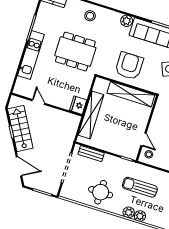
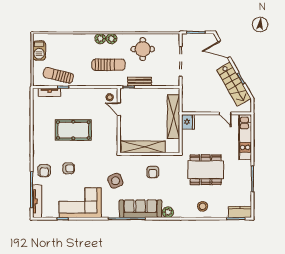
kitchen unit: (31, 55) -> (245, 137), moved
armchair: (129, 66) -> (153, 172), width x0.53, depth x0.53
bench: (91, 154) -> (140, 82), moved

